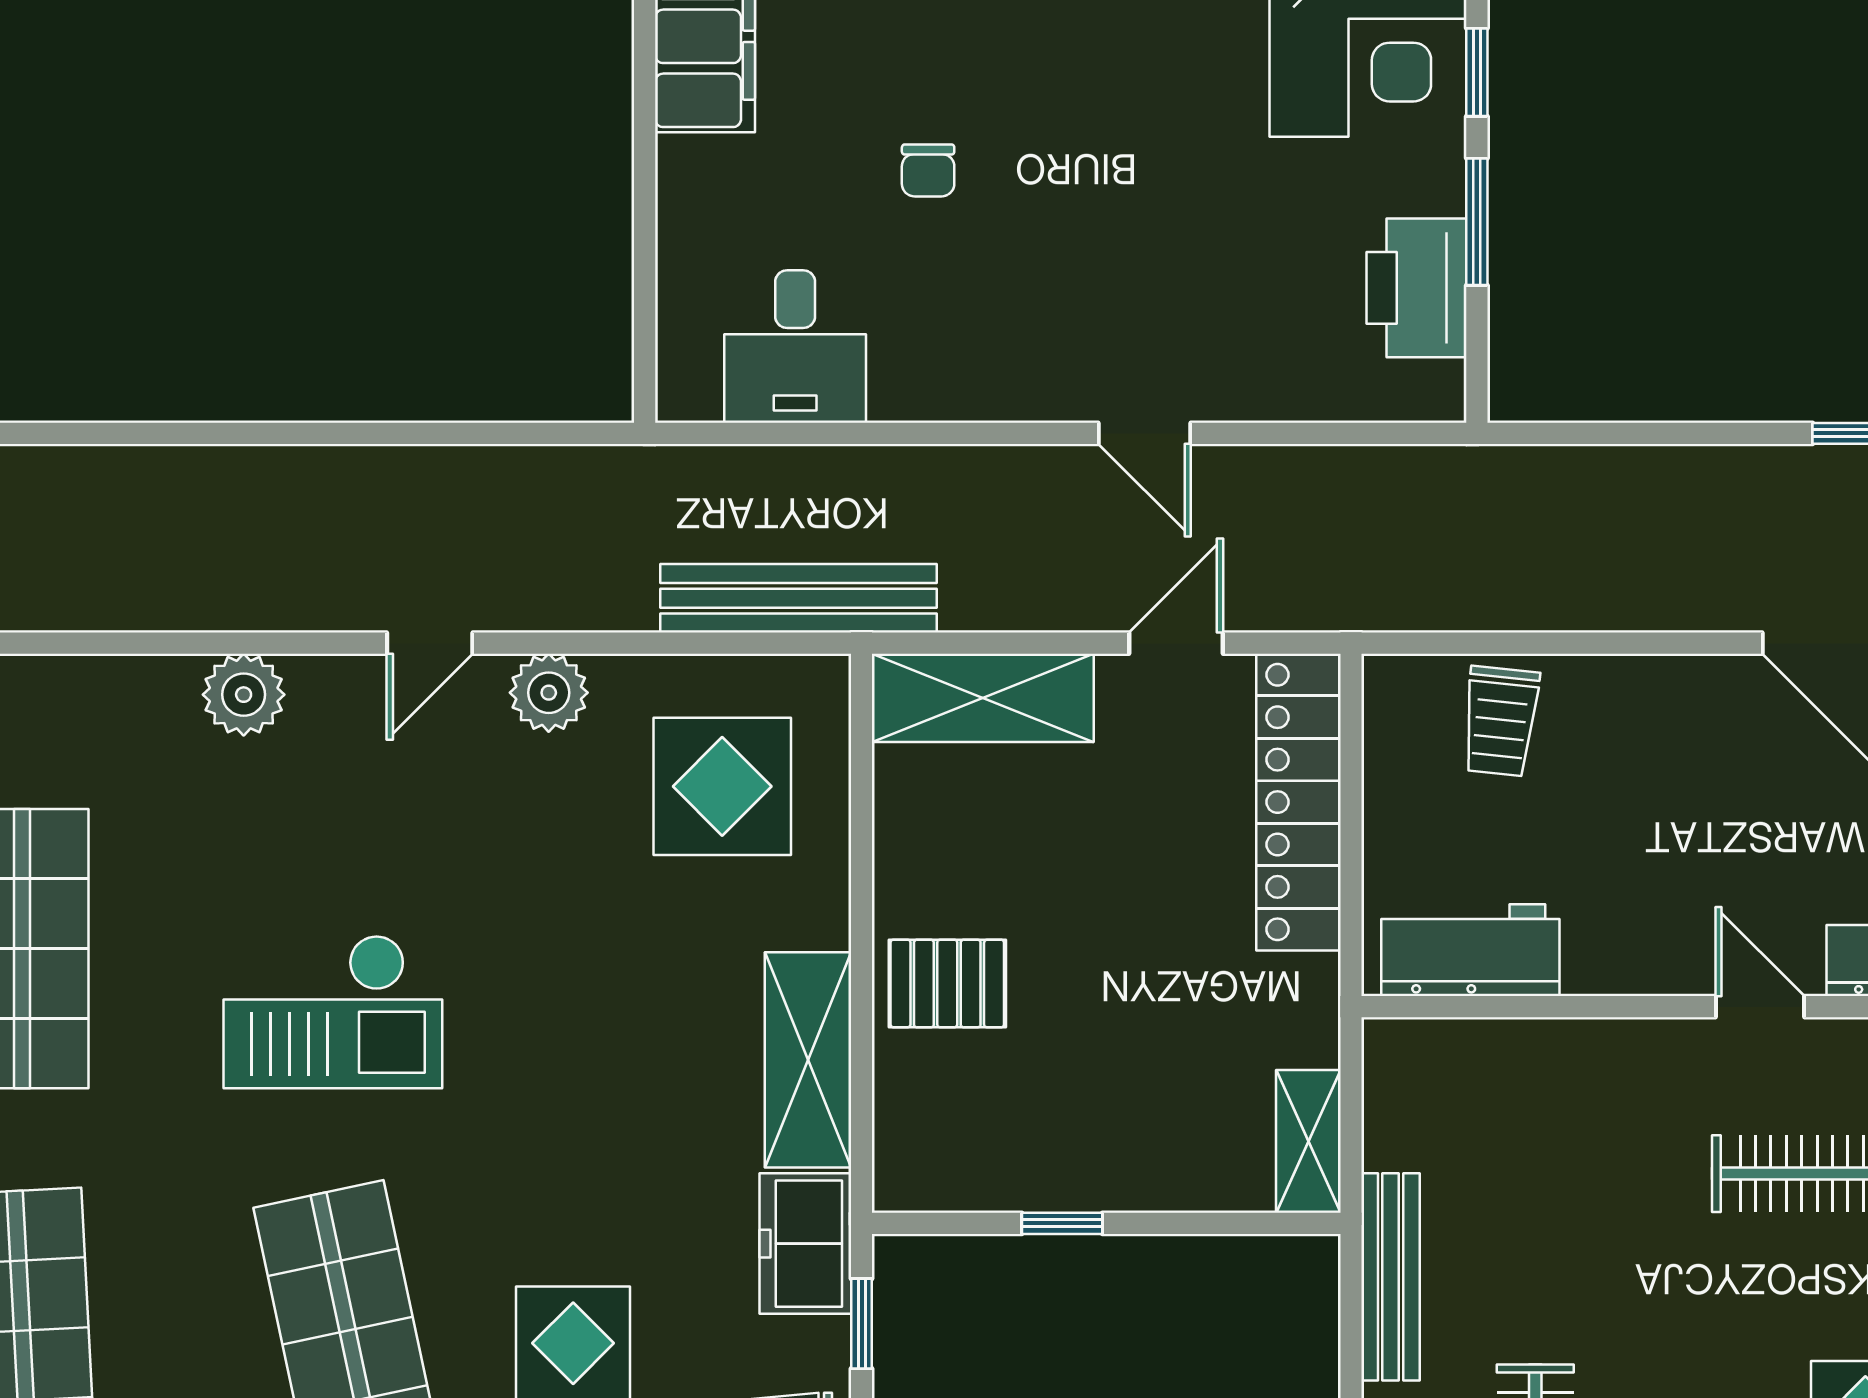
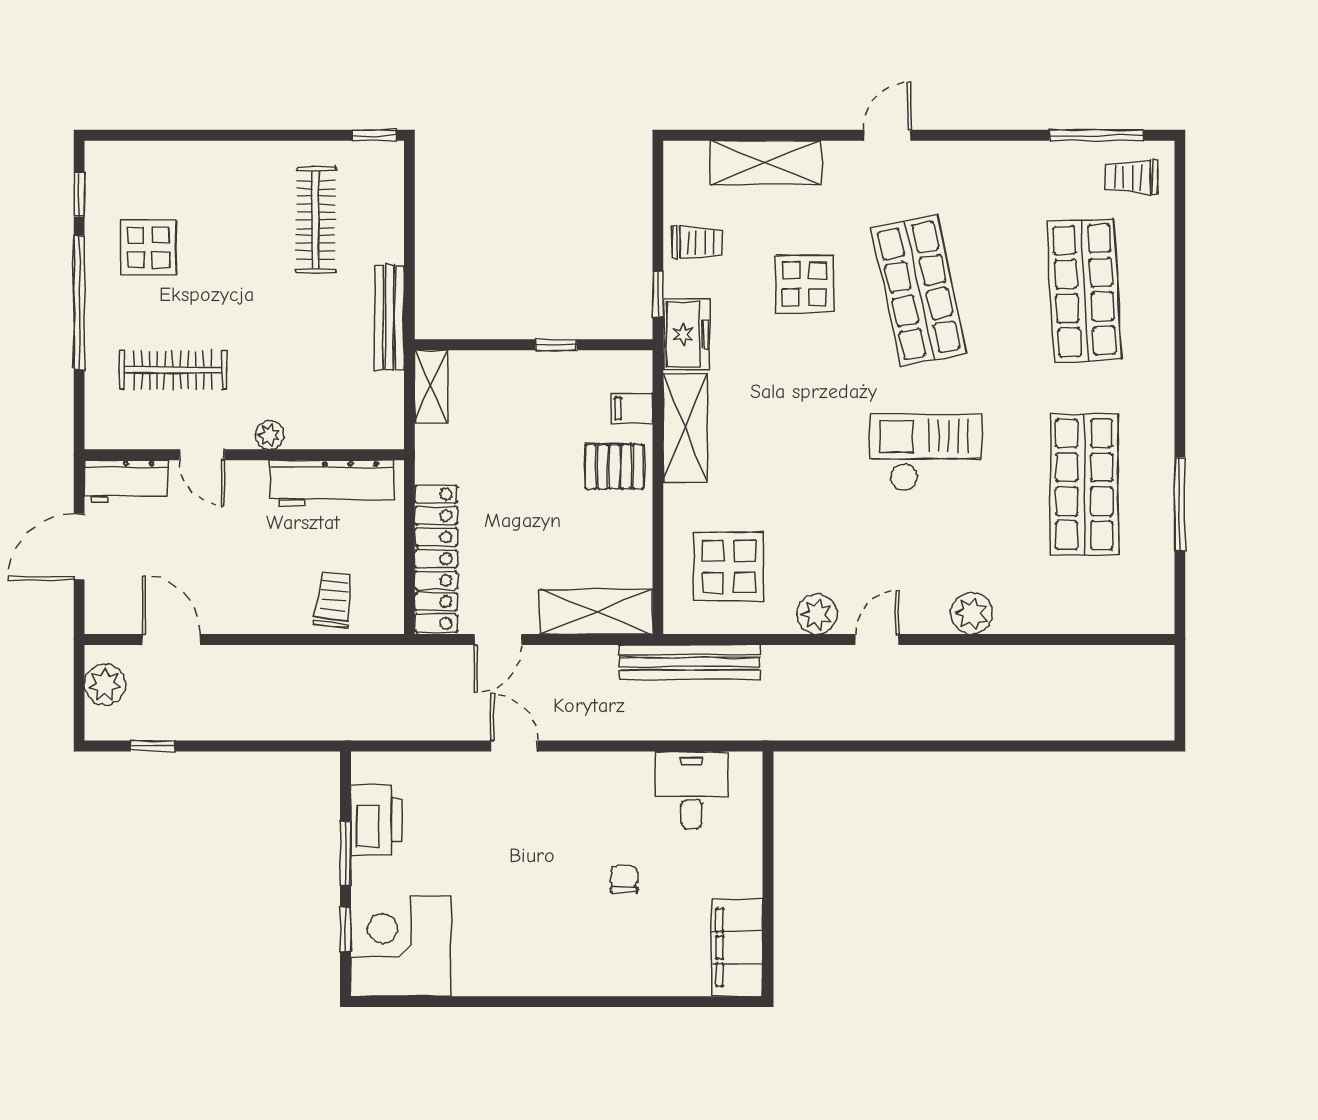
workbench: (1470, 950) -> (332, 483), width x1.38
plant: (1626, 1045) -> (270, 435), added
filing cabinet: (912, 1098) -> (632, 408), added

